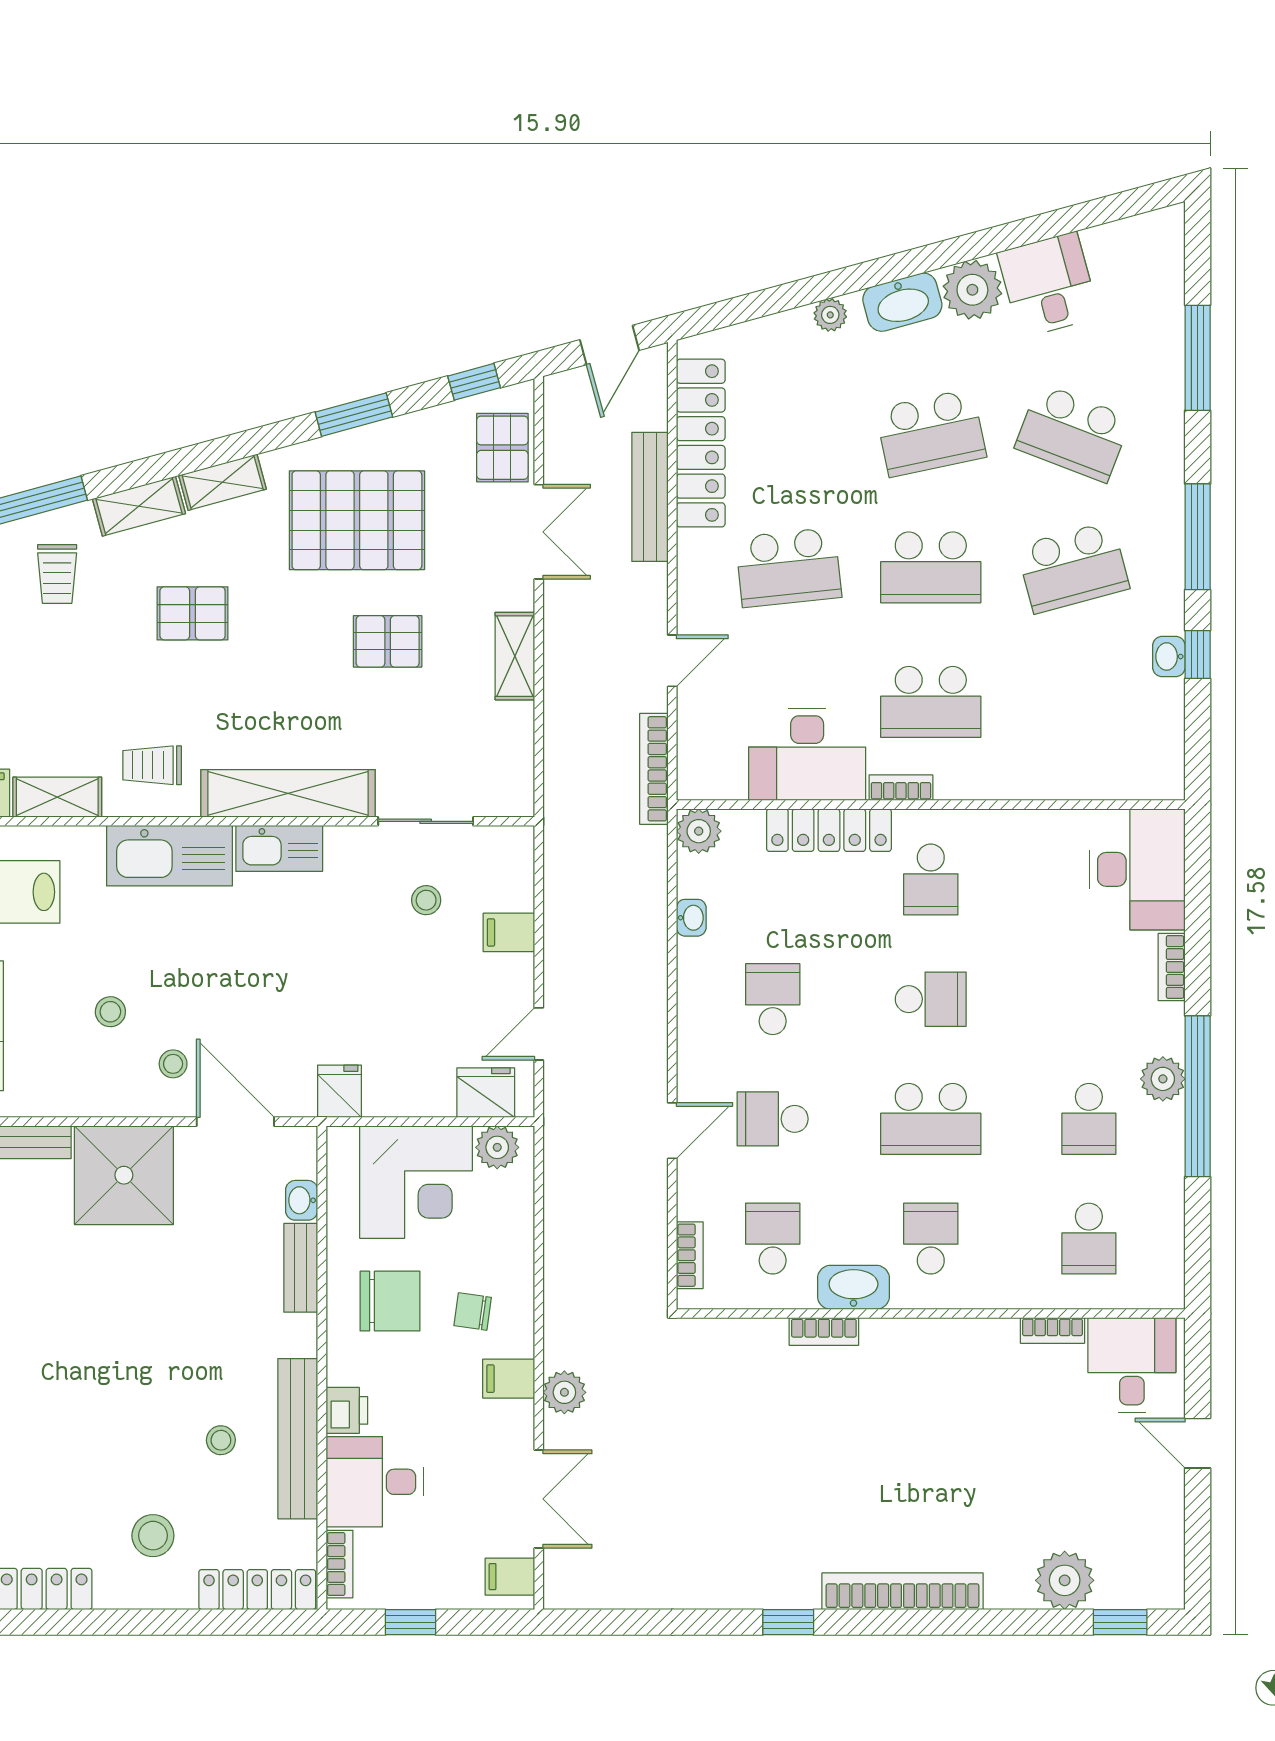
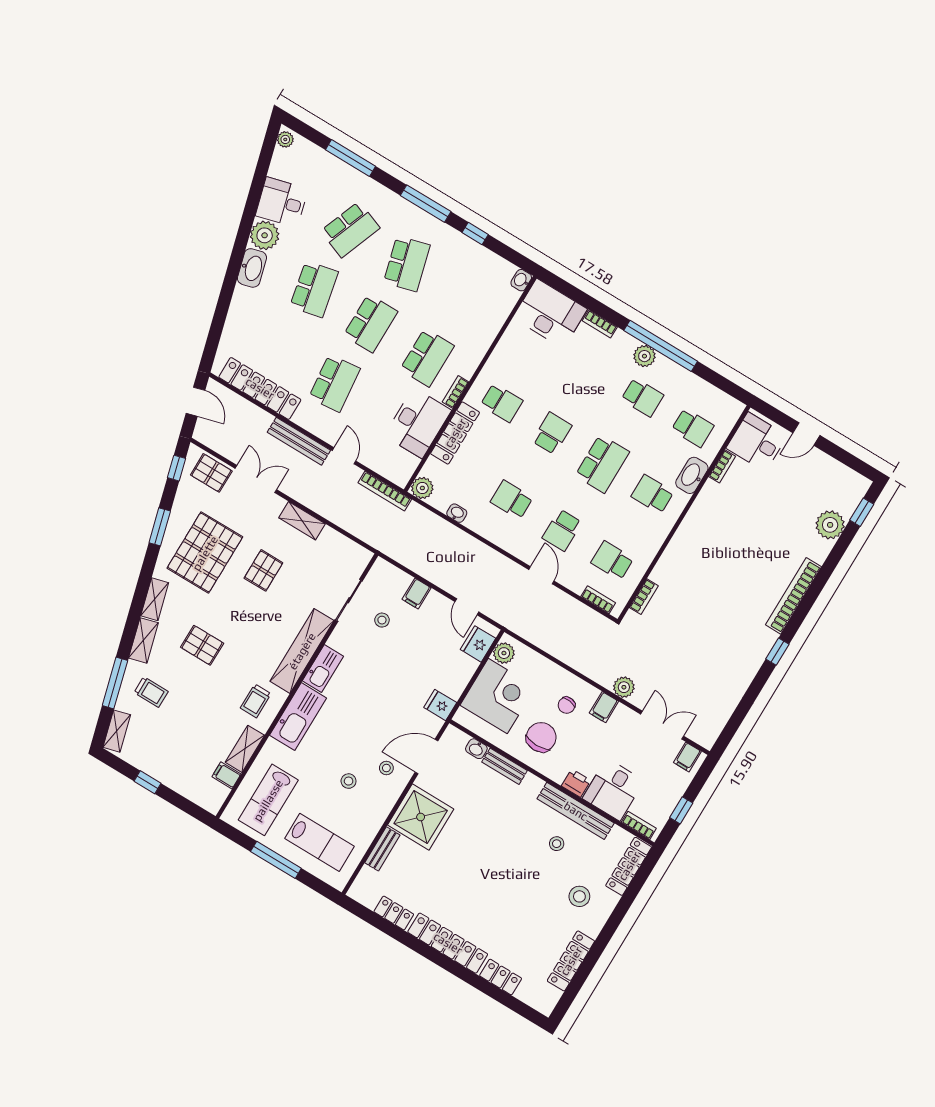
plant: (830, 315) -> (285, 139), moved
bench: (650, 497) -> (299, 441), moved
pallet: (193, 613) -> (202, 645), turned 90
washbasin: (1169, 657) -> (521, 280), moved, turned 90
washbasin: (853, 1287) -> (692, 475), moved
bookcase: (824, 1331) -> (644, 597), moved

